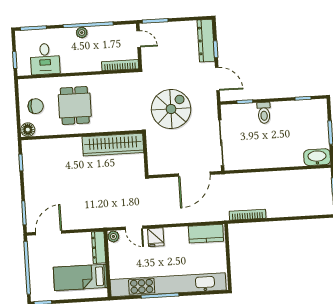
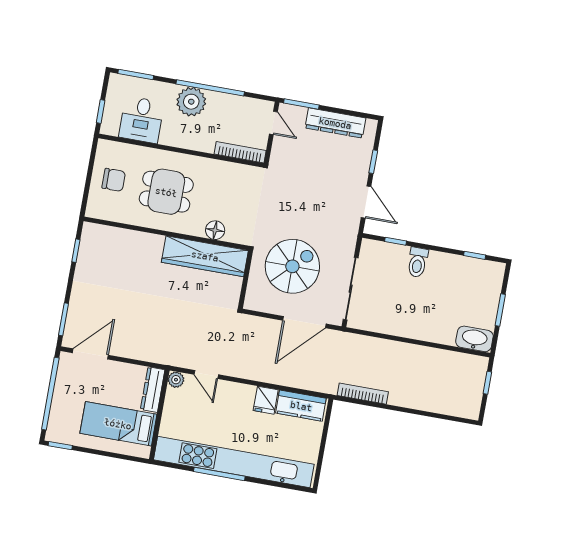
plant: (82, 33) -> (191, 102), width x1.88, depth x1.88
dresser: (206, 41) -> (335, 123), moved, turned -90
dining table: (75, 106) -> (166, 192), turned 90
spiral stairs: (171, 109) -> (292, 266), moved
floor lamp: (28, 130) -> (215, 230), moved
fridge: (156, 237) -> (266, 400), moved

